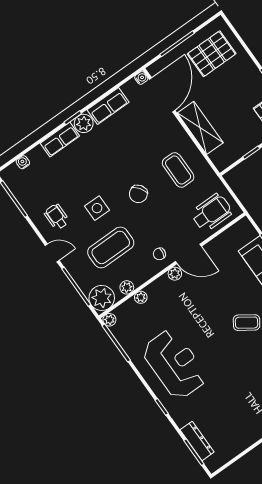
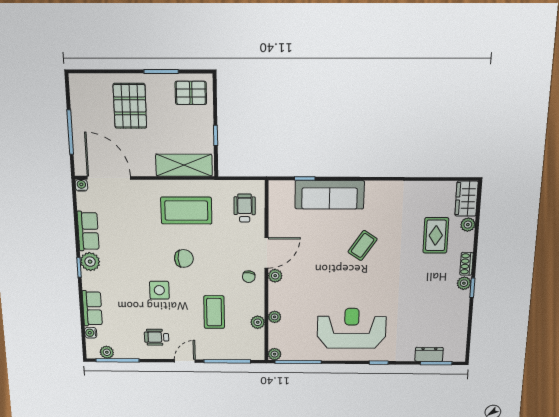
pallet: (212, 54) -> (130, 106), moved
shelving: (200, 128) -> (184, 165), moved
row of seats: (60, 140) -> (92, 308), moved
coffee table: (178, 170) -> (186, 211), width x1.36, depth x1.32
chair: (138, 194) -> (184, 258), turned -58
side table: (97, 208) -> (159, 290), moved
wheelchair: (212, 213) -> (245, 208), width x0.73, depth x0.73
coffee table: (111, 247) -> (214, 312), width x0.73, depth x0.76
plant: (102, 298) -> (107, 352), moved, width x0.53, depth x0.53
dresser: (197, 441) -> (429, 354), width x0.70

